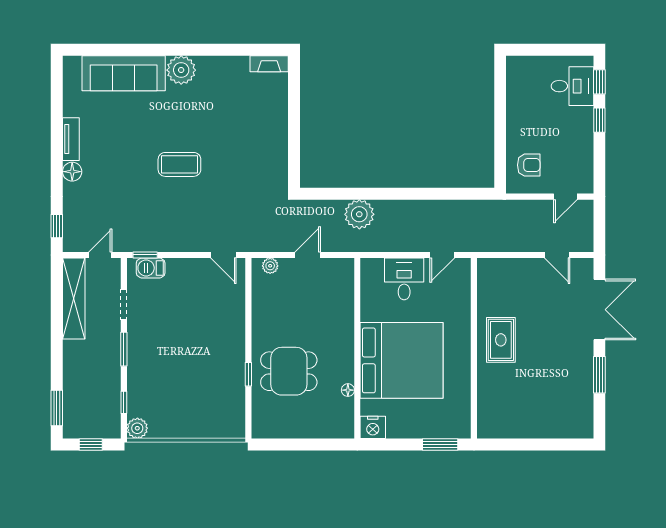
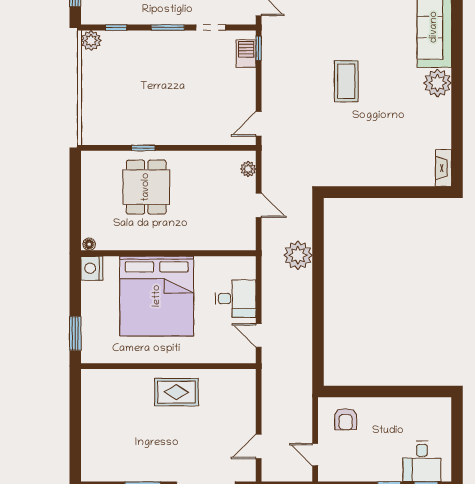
floor lamp: (348, 390) -> (89, 244), moved

